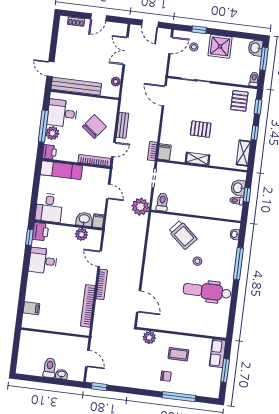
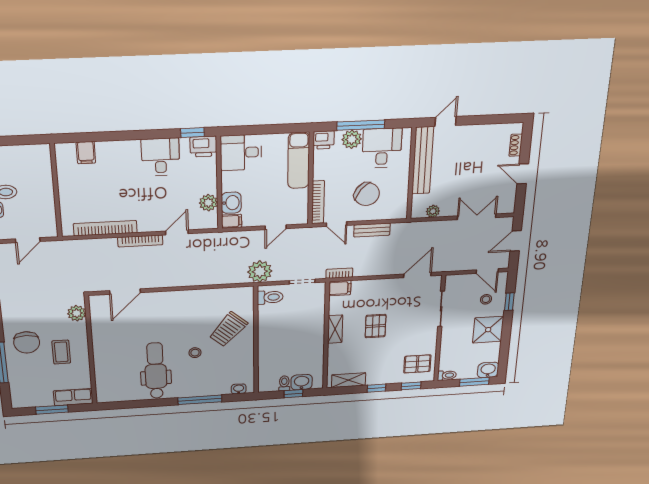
chair: (166, 376) -> (27, 342), width x1.87, depth x1.87

